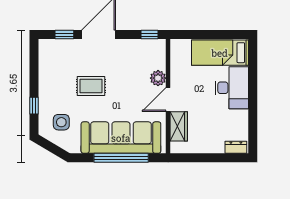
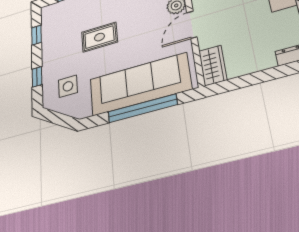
window: (34, 66) -> (37, 35), added
wardrobe: (179, 126) -> (213, 65), moved

